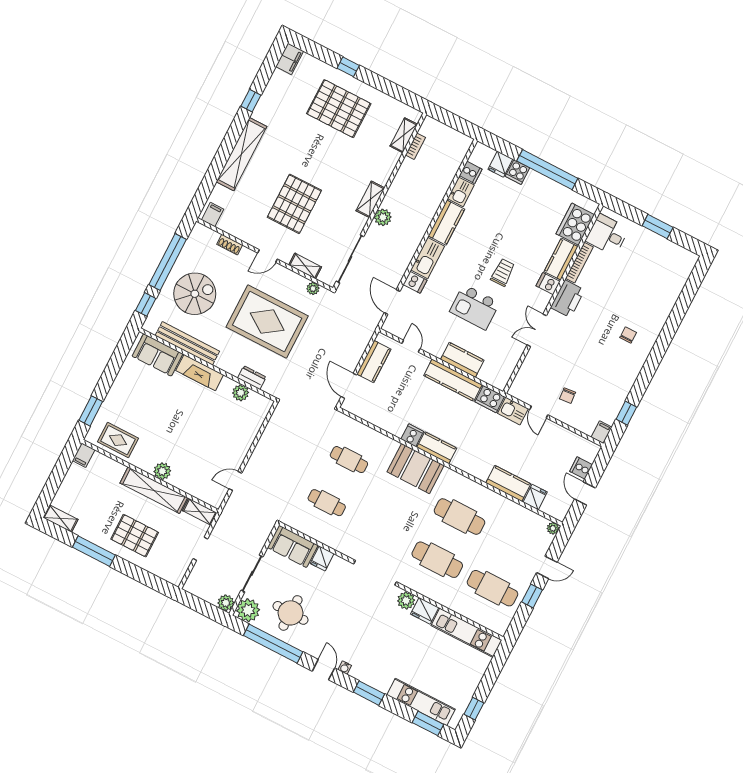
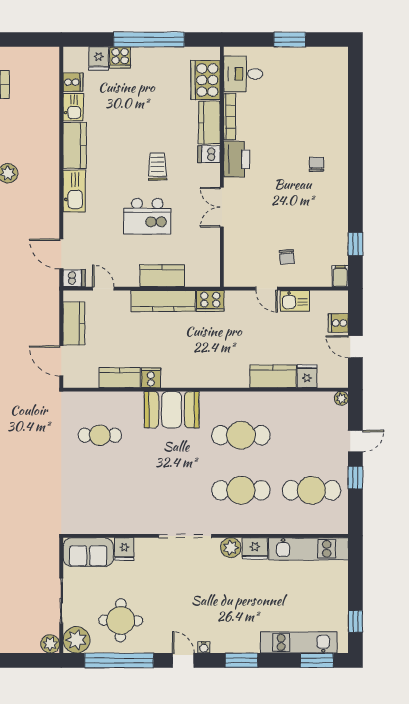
dishwasher: (415, 282) -> (74, 278), moved
kitchen sink: (513, 411) -> (295, 301), moved
kitchen counter: (437, 448) -> (120, 378), moved
cafe table: (327, 503) -> (100, 490), removed

